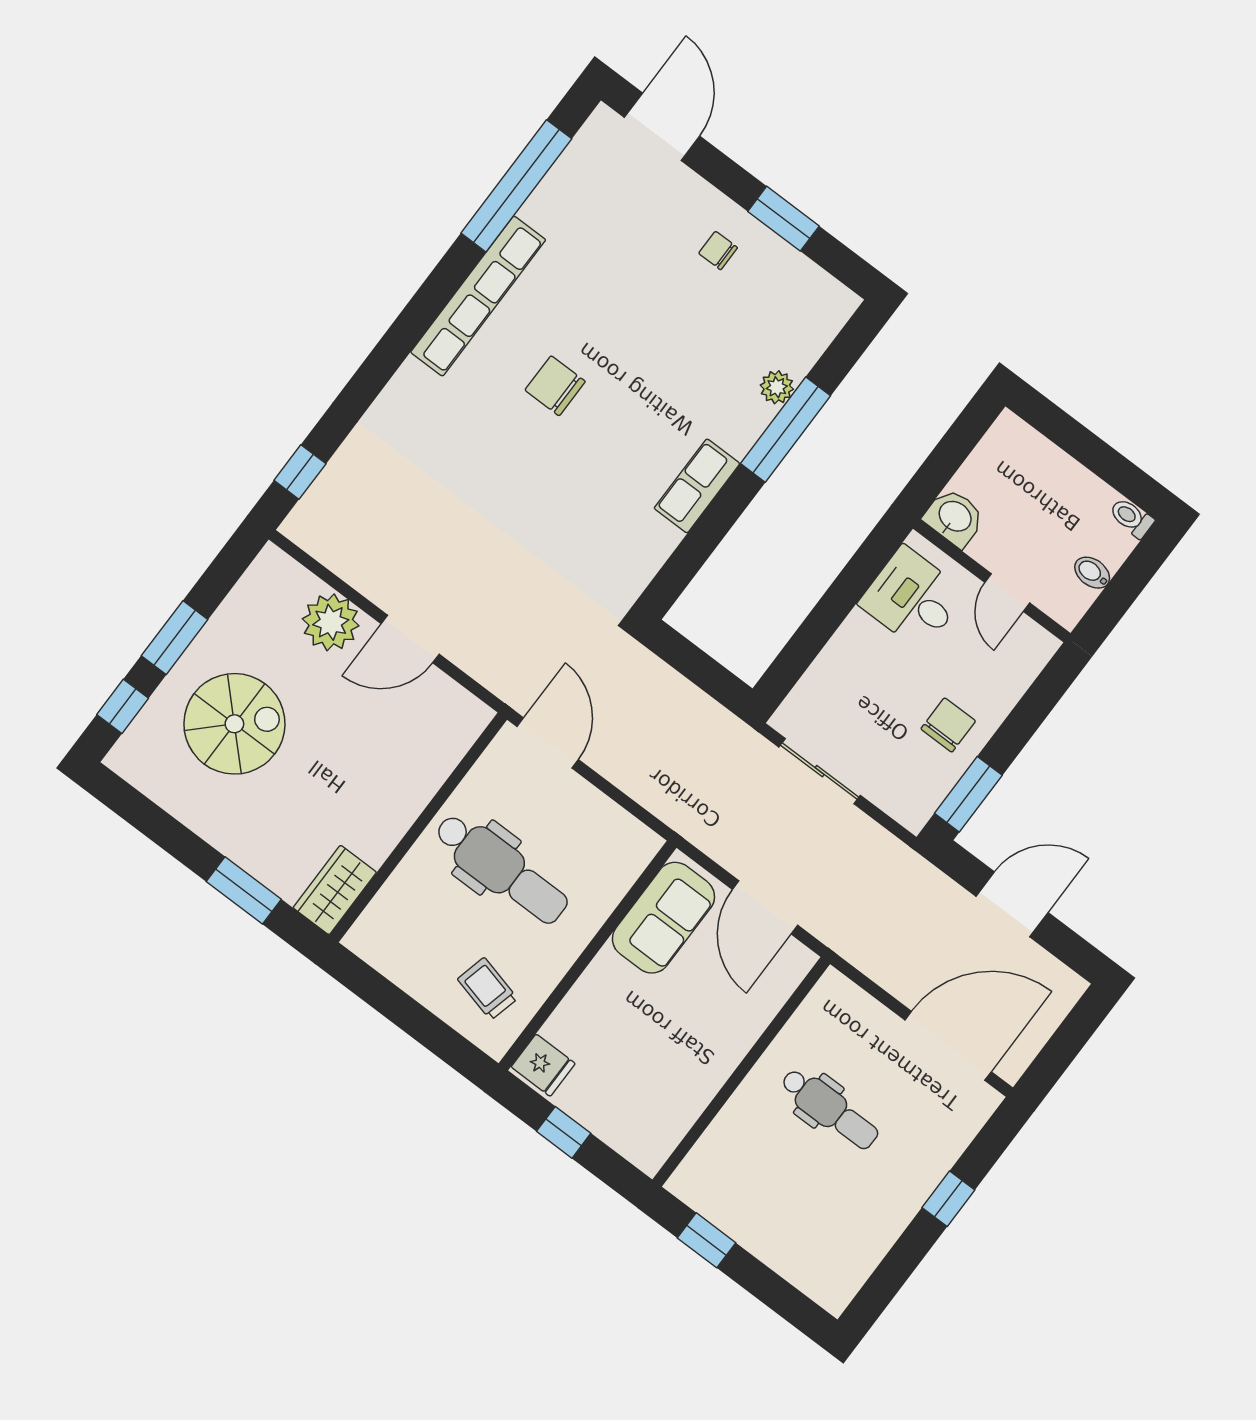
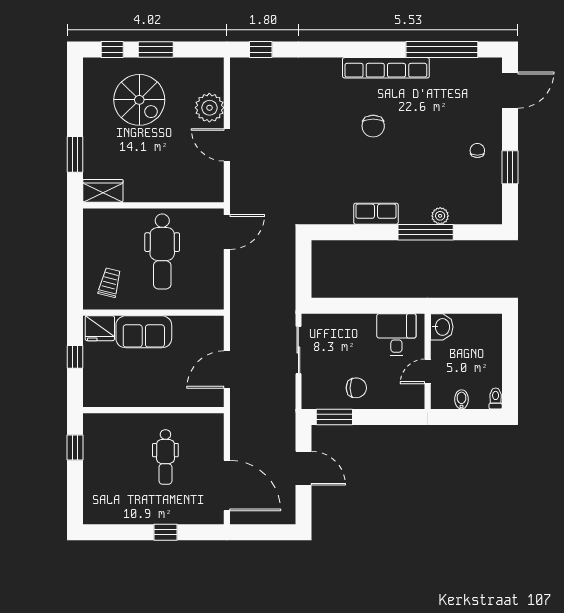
chair: (555, 386) -> (373, 126), turned 180
sofa: (663, 918) -> (144, 332), moved
fridge: (543, 1065) -> (100, 328), width x1.38

